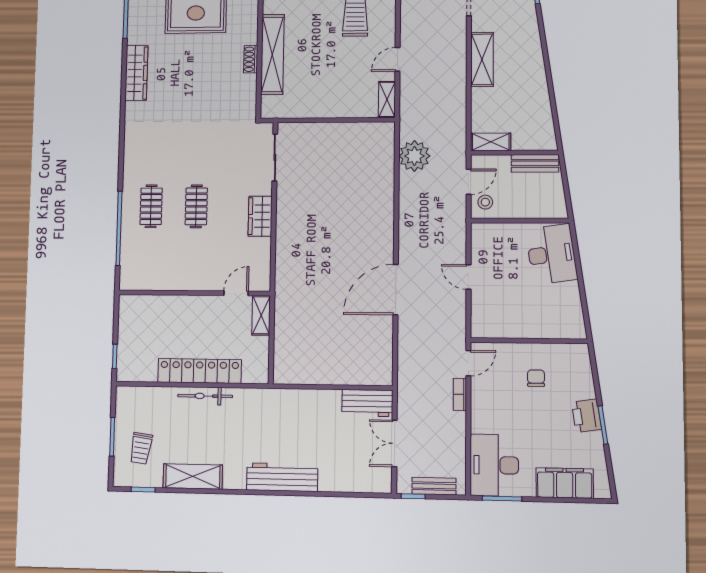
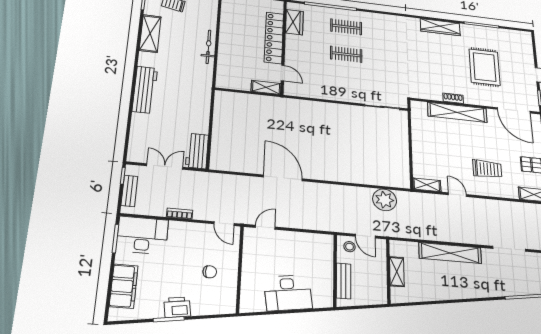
shelving: (482, 59) -> (450, 253), width x1.47
shelving: (491, 142) -> (397, 272), moved
bench: (535, 163) -> (344, 281), moved
wardrobe: (260, 216) -> (294, 22), moved, turned 90
desk: (552, 254) -> (288, 293), moved
door: (468, 277) -> (265, 227), moved
locker: (200, 371) -> (274, 38), moved, turned 180
bookcase: (460, 394) -> (180, 214), moved

